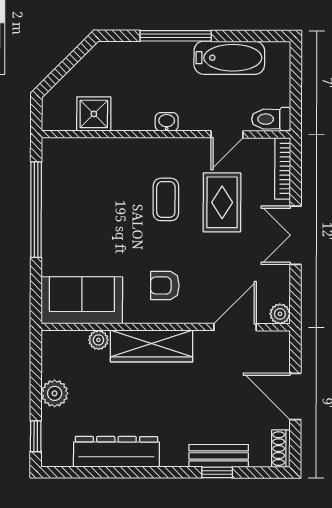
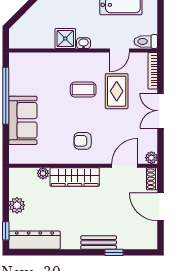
shower: (94, 114) -> (65, 39), moved
coffee table: (166, 199) -> (83, 90), turned 90
sofa: (82, 300) -> (23, 120), moved, turned 90
shoe rack: (281, 449) -> (152, 179), moved
dresser: (116, 452) -> (34, 240), moved
bench: (219, 456) -> (99, 242), moved

